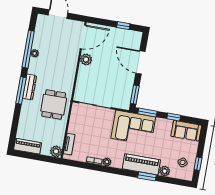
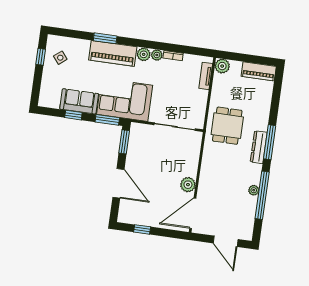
sofa: (186, 131) -> (79, 101), moved
plant: (165, 171) -> (144, 54), moved

